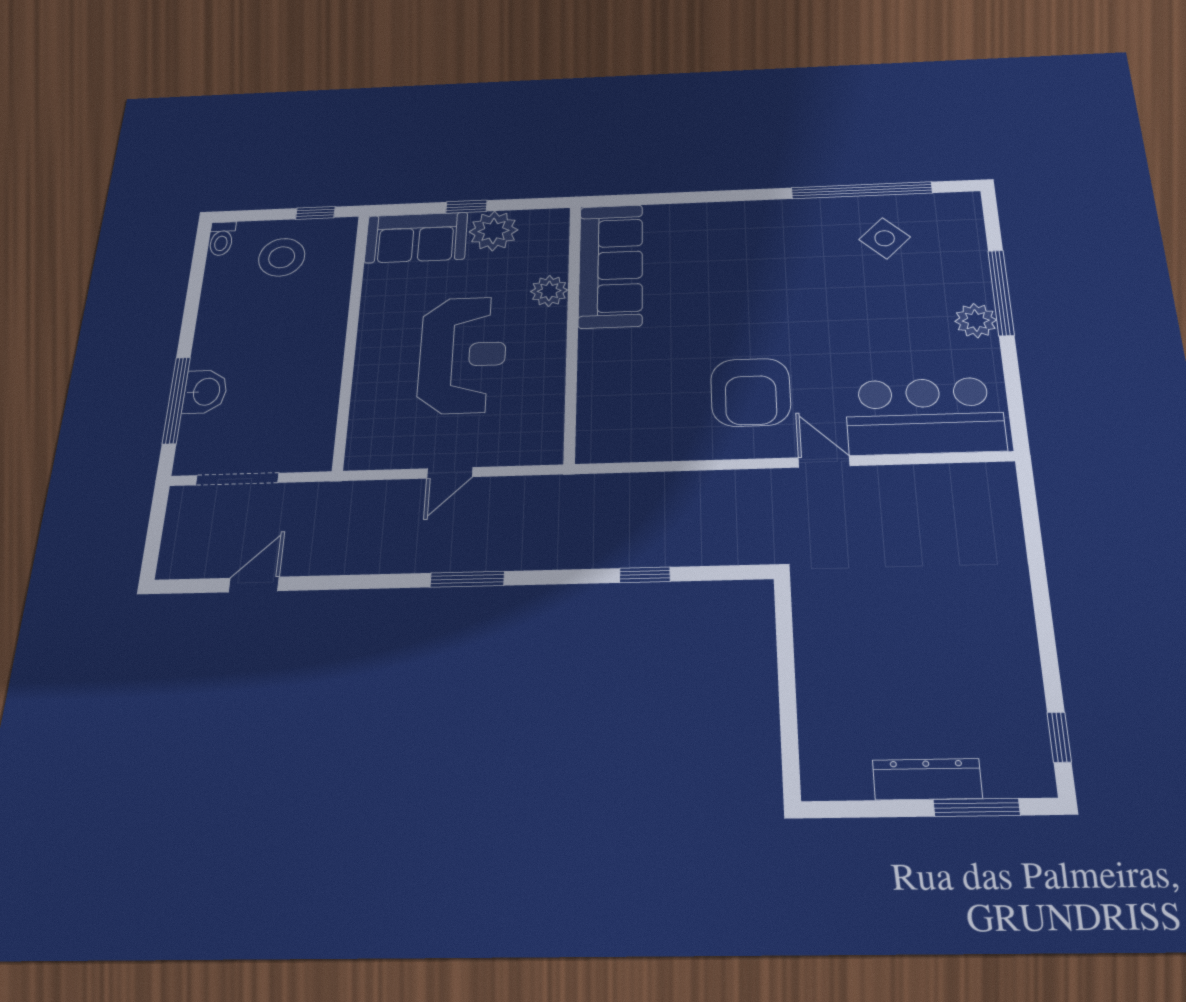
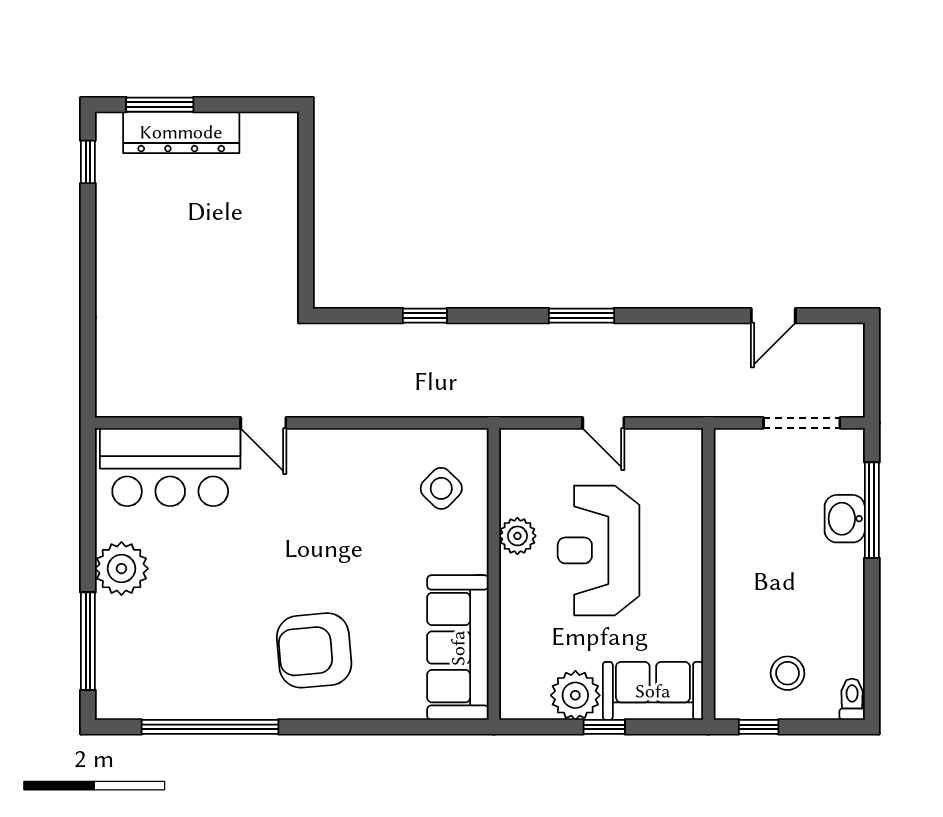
side table: (885, 238) -> (441, 488), moved
stool: (282, 257) -> (788, 673), width x0.73, depth x0.73
plant: (549, 291) -> (517, 536), moved
window: (1001, 293) -> (88, 641), moved
plant: (976, 321) -> (121, 569), width x1.36, depth x1.36
armchair: (751, 392) -> (314, 650), moved, turned -95
door: (450, 473) -> (603, 423), swing flipped
dresser: (927, 779) -> (181, 132), width x1.37, depth x1.24

